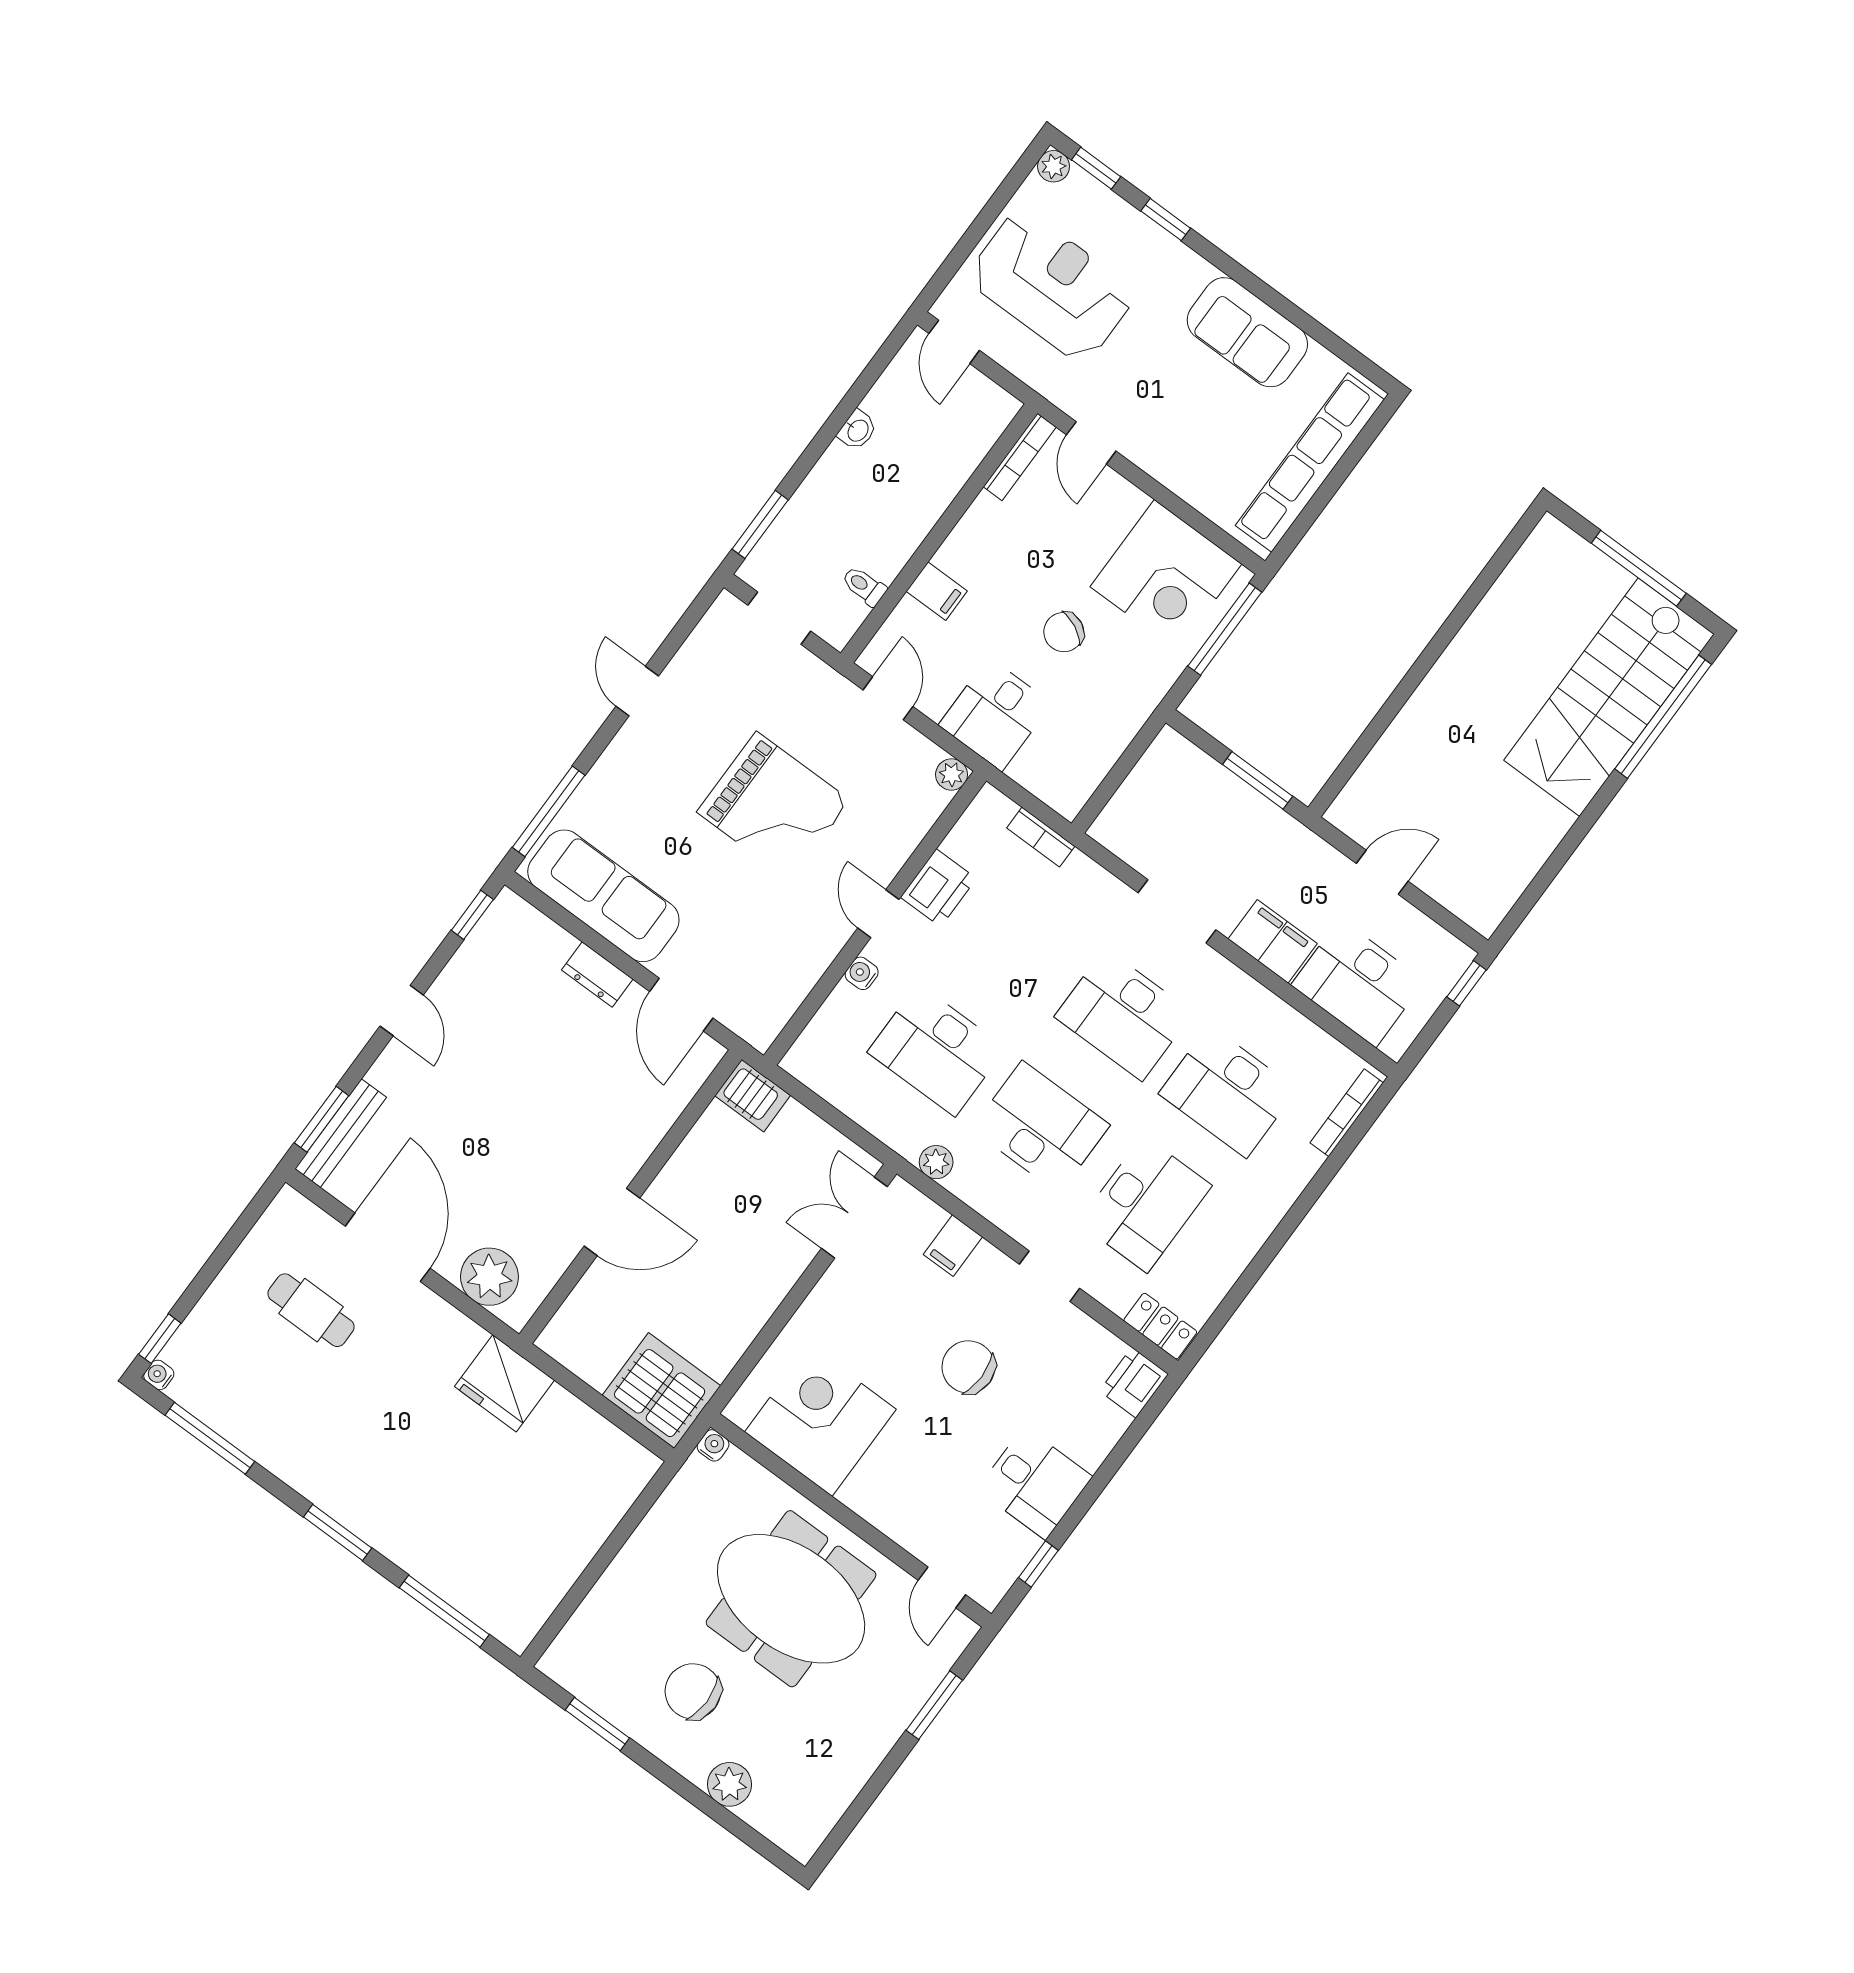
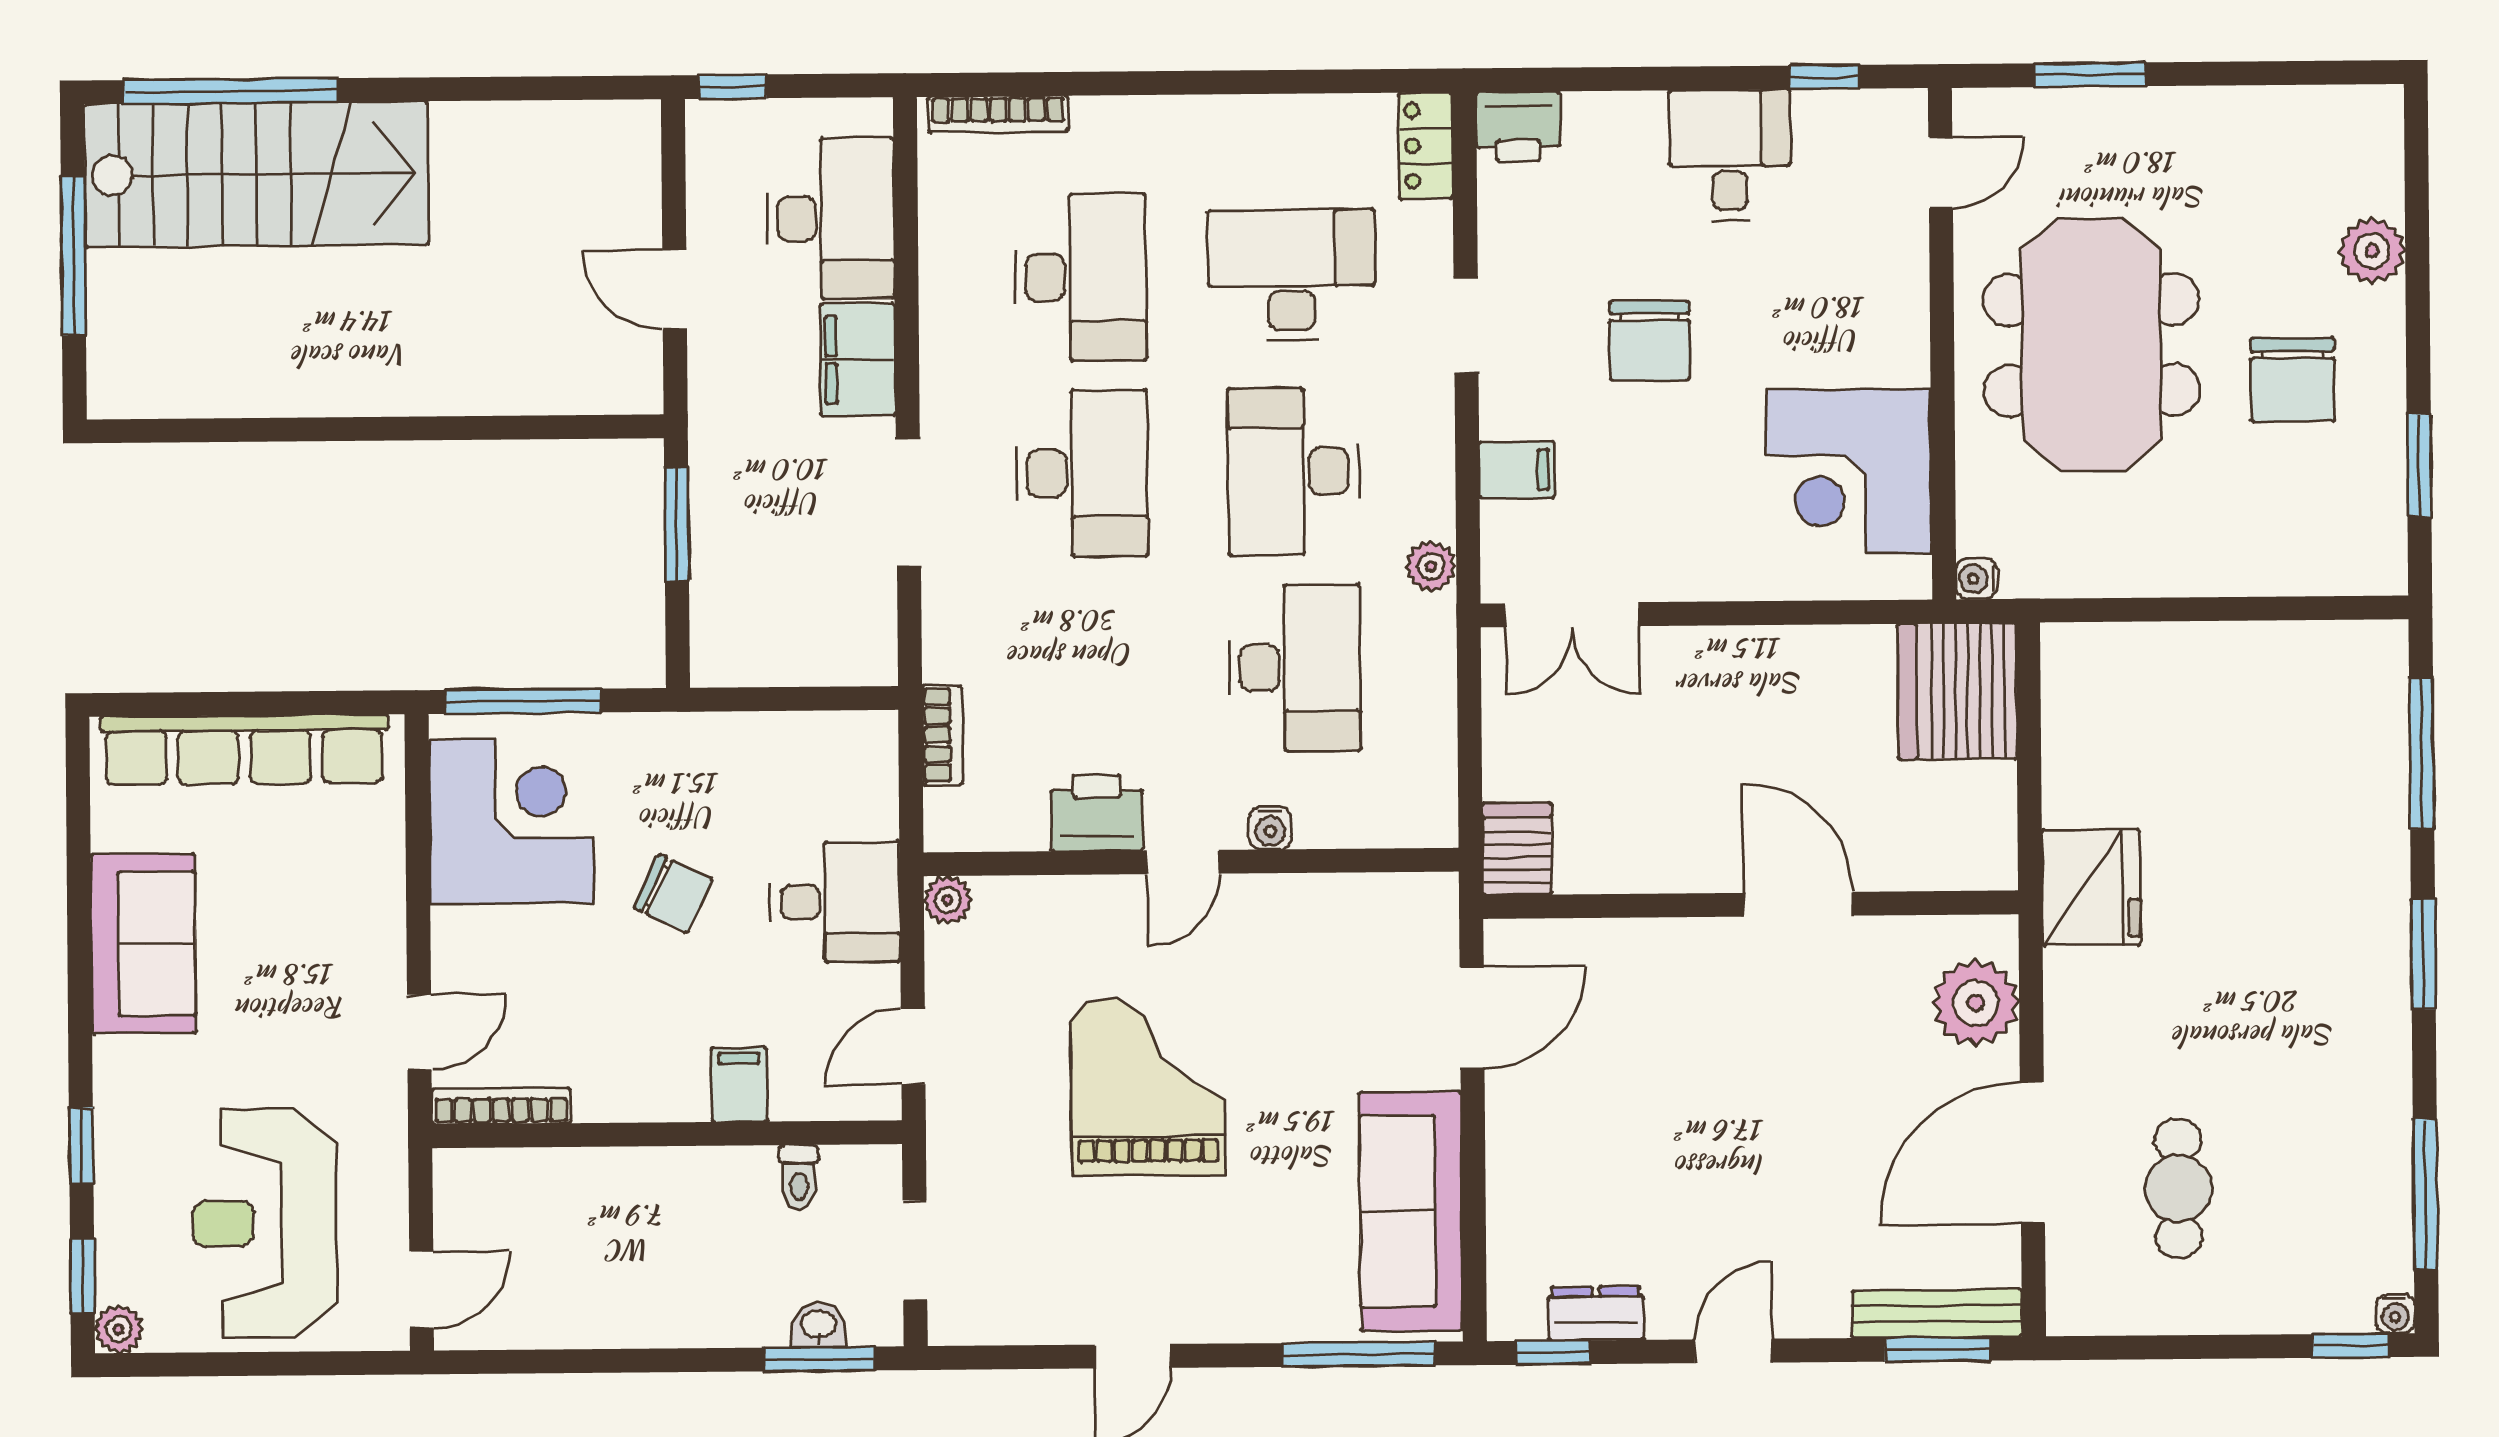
washbasin: (857, 430) -> (818, 1325), moved
dresser: (597, 975) -> (1596, 1313), moved, turned -90

